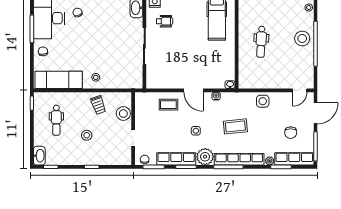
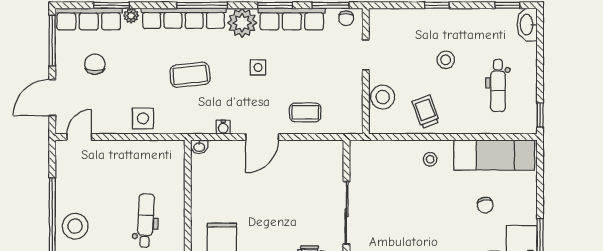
chair: (43, 51) -> (485, 205), moved
door: (193, 90) -> (262, 137), swing flipped
dental chair: (56, 120) -> (498, 86), turned 180

